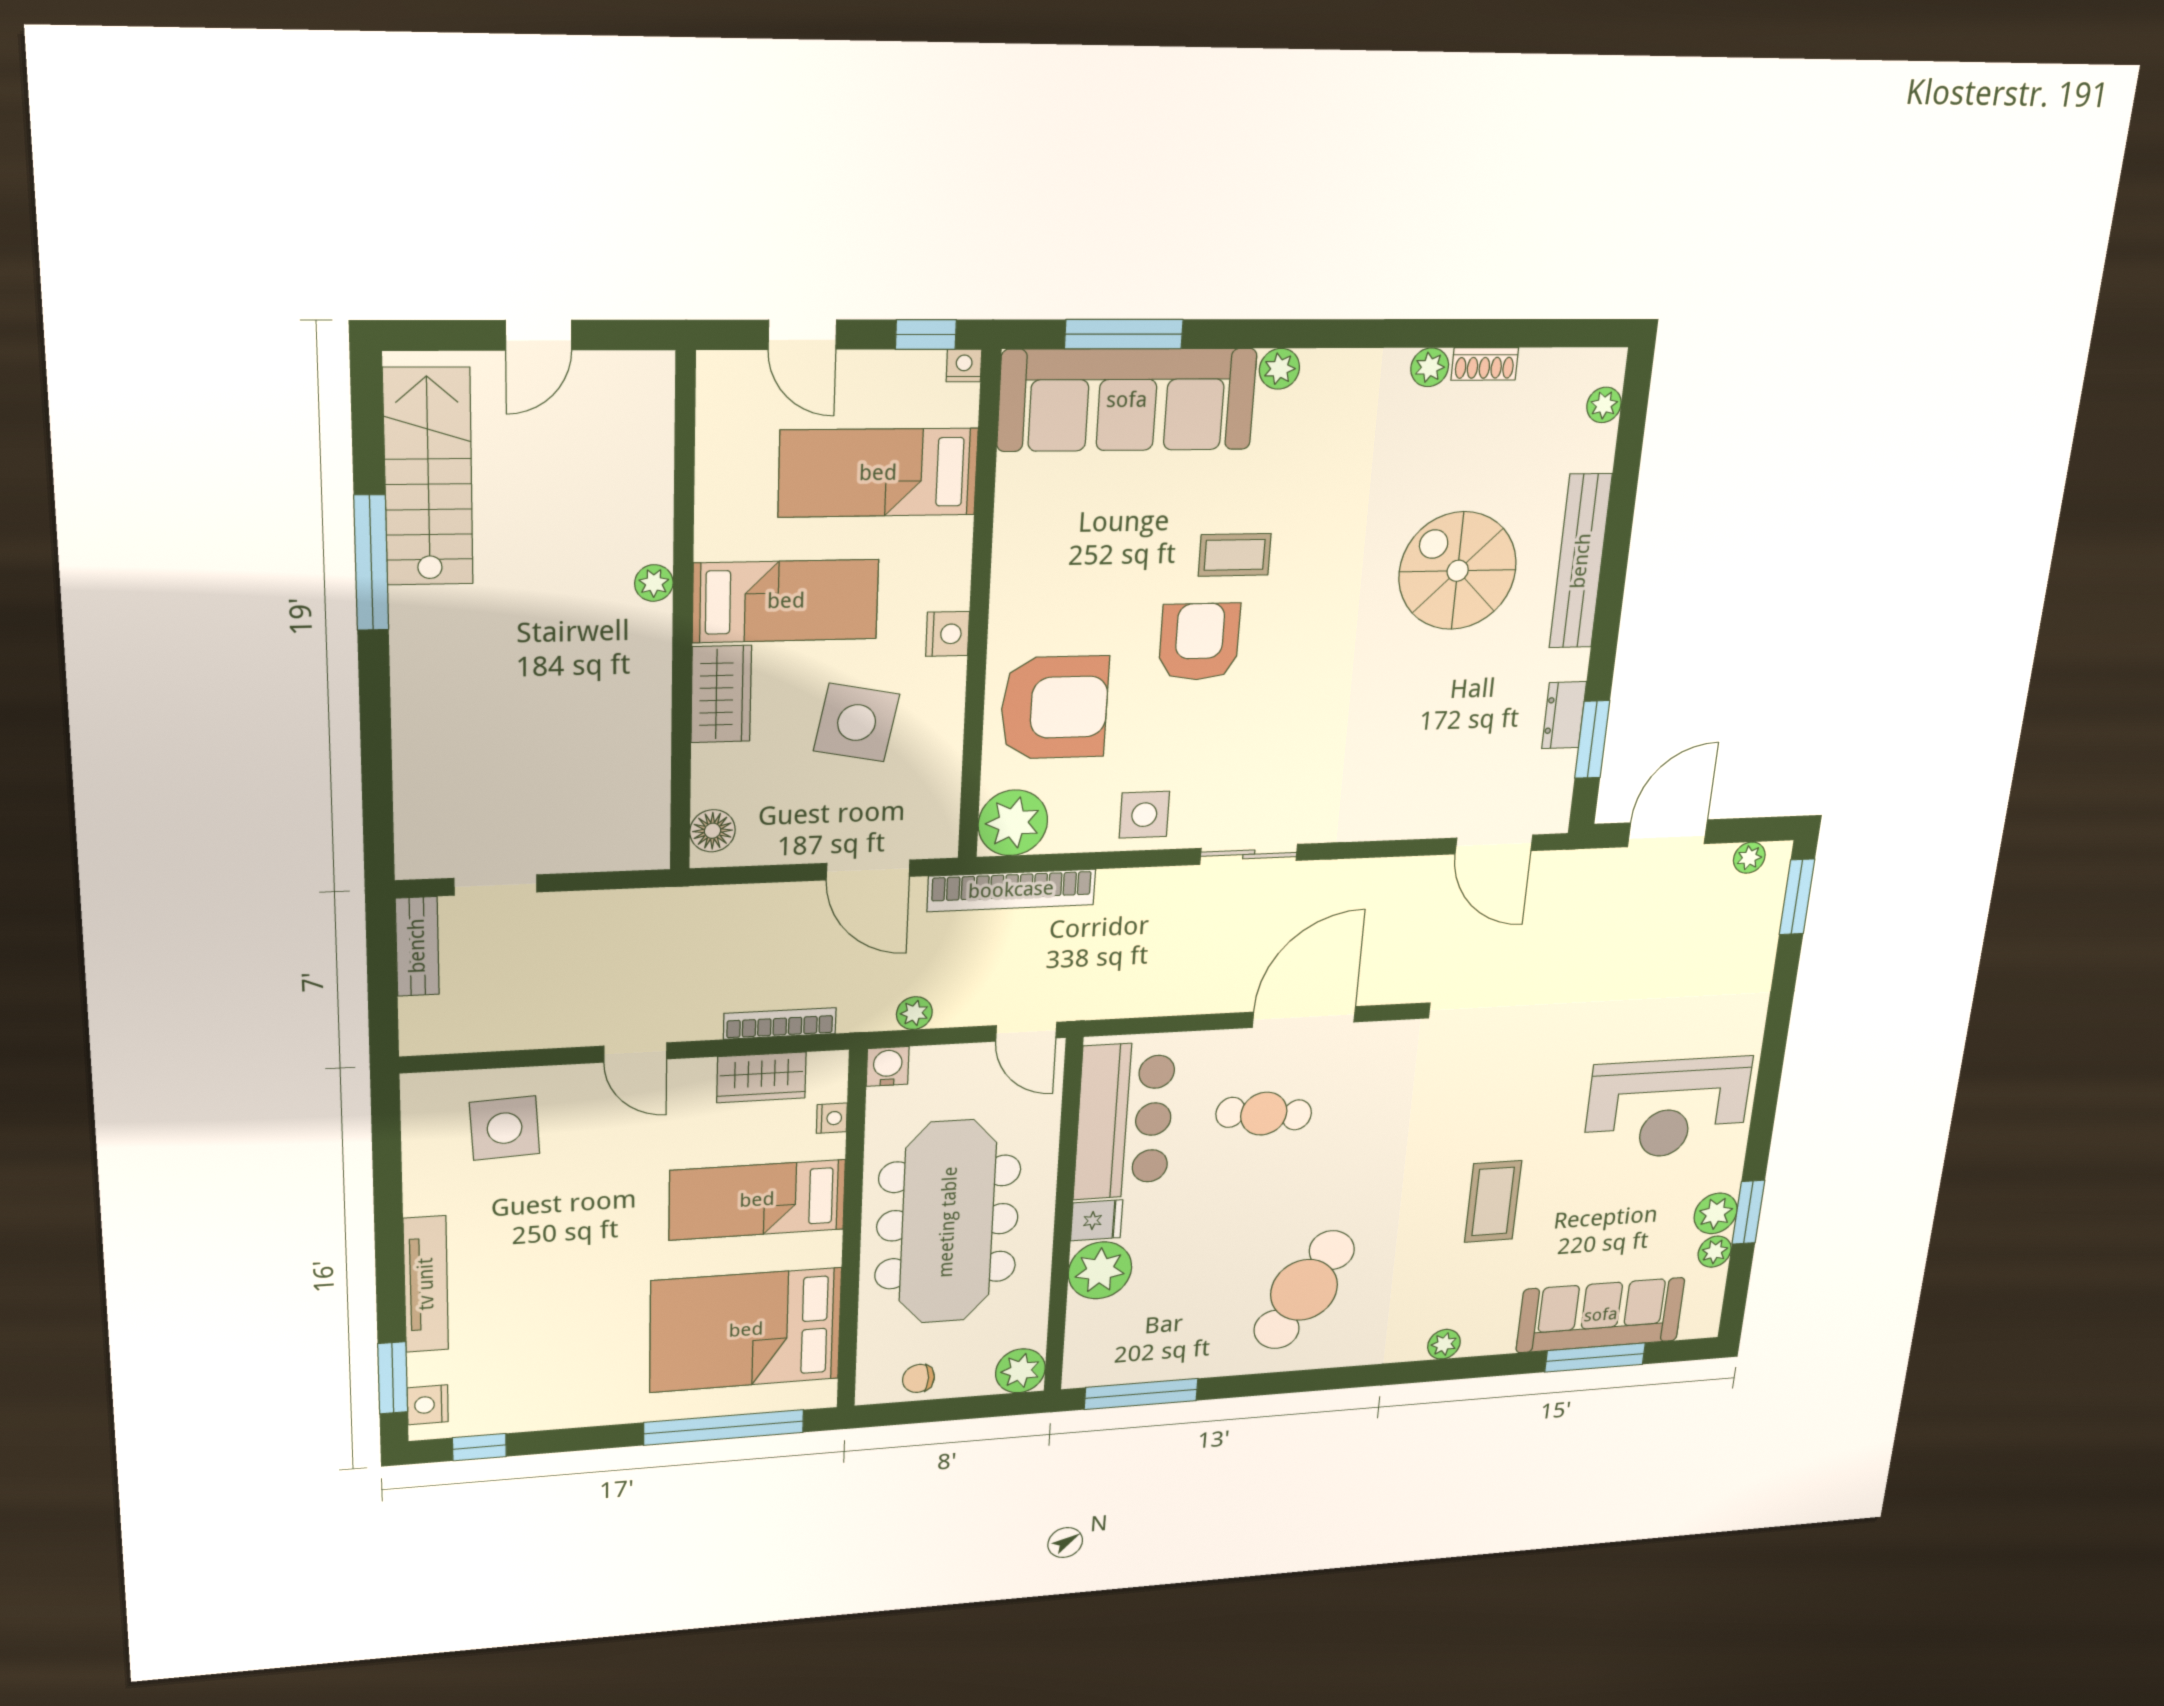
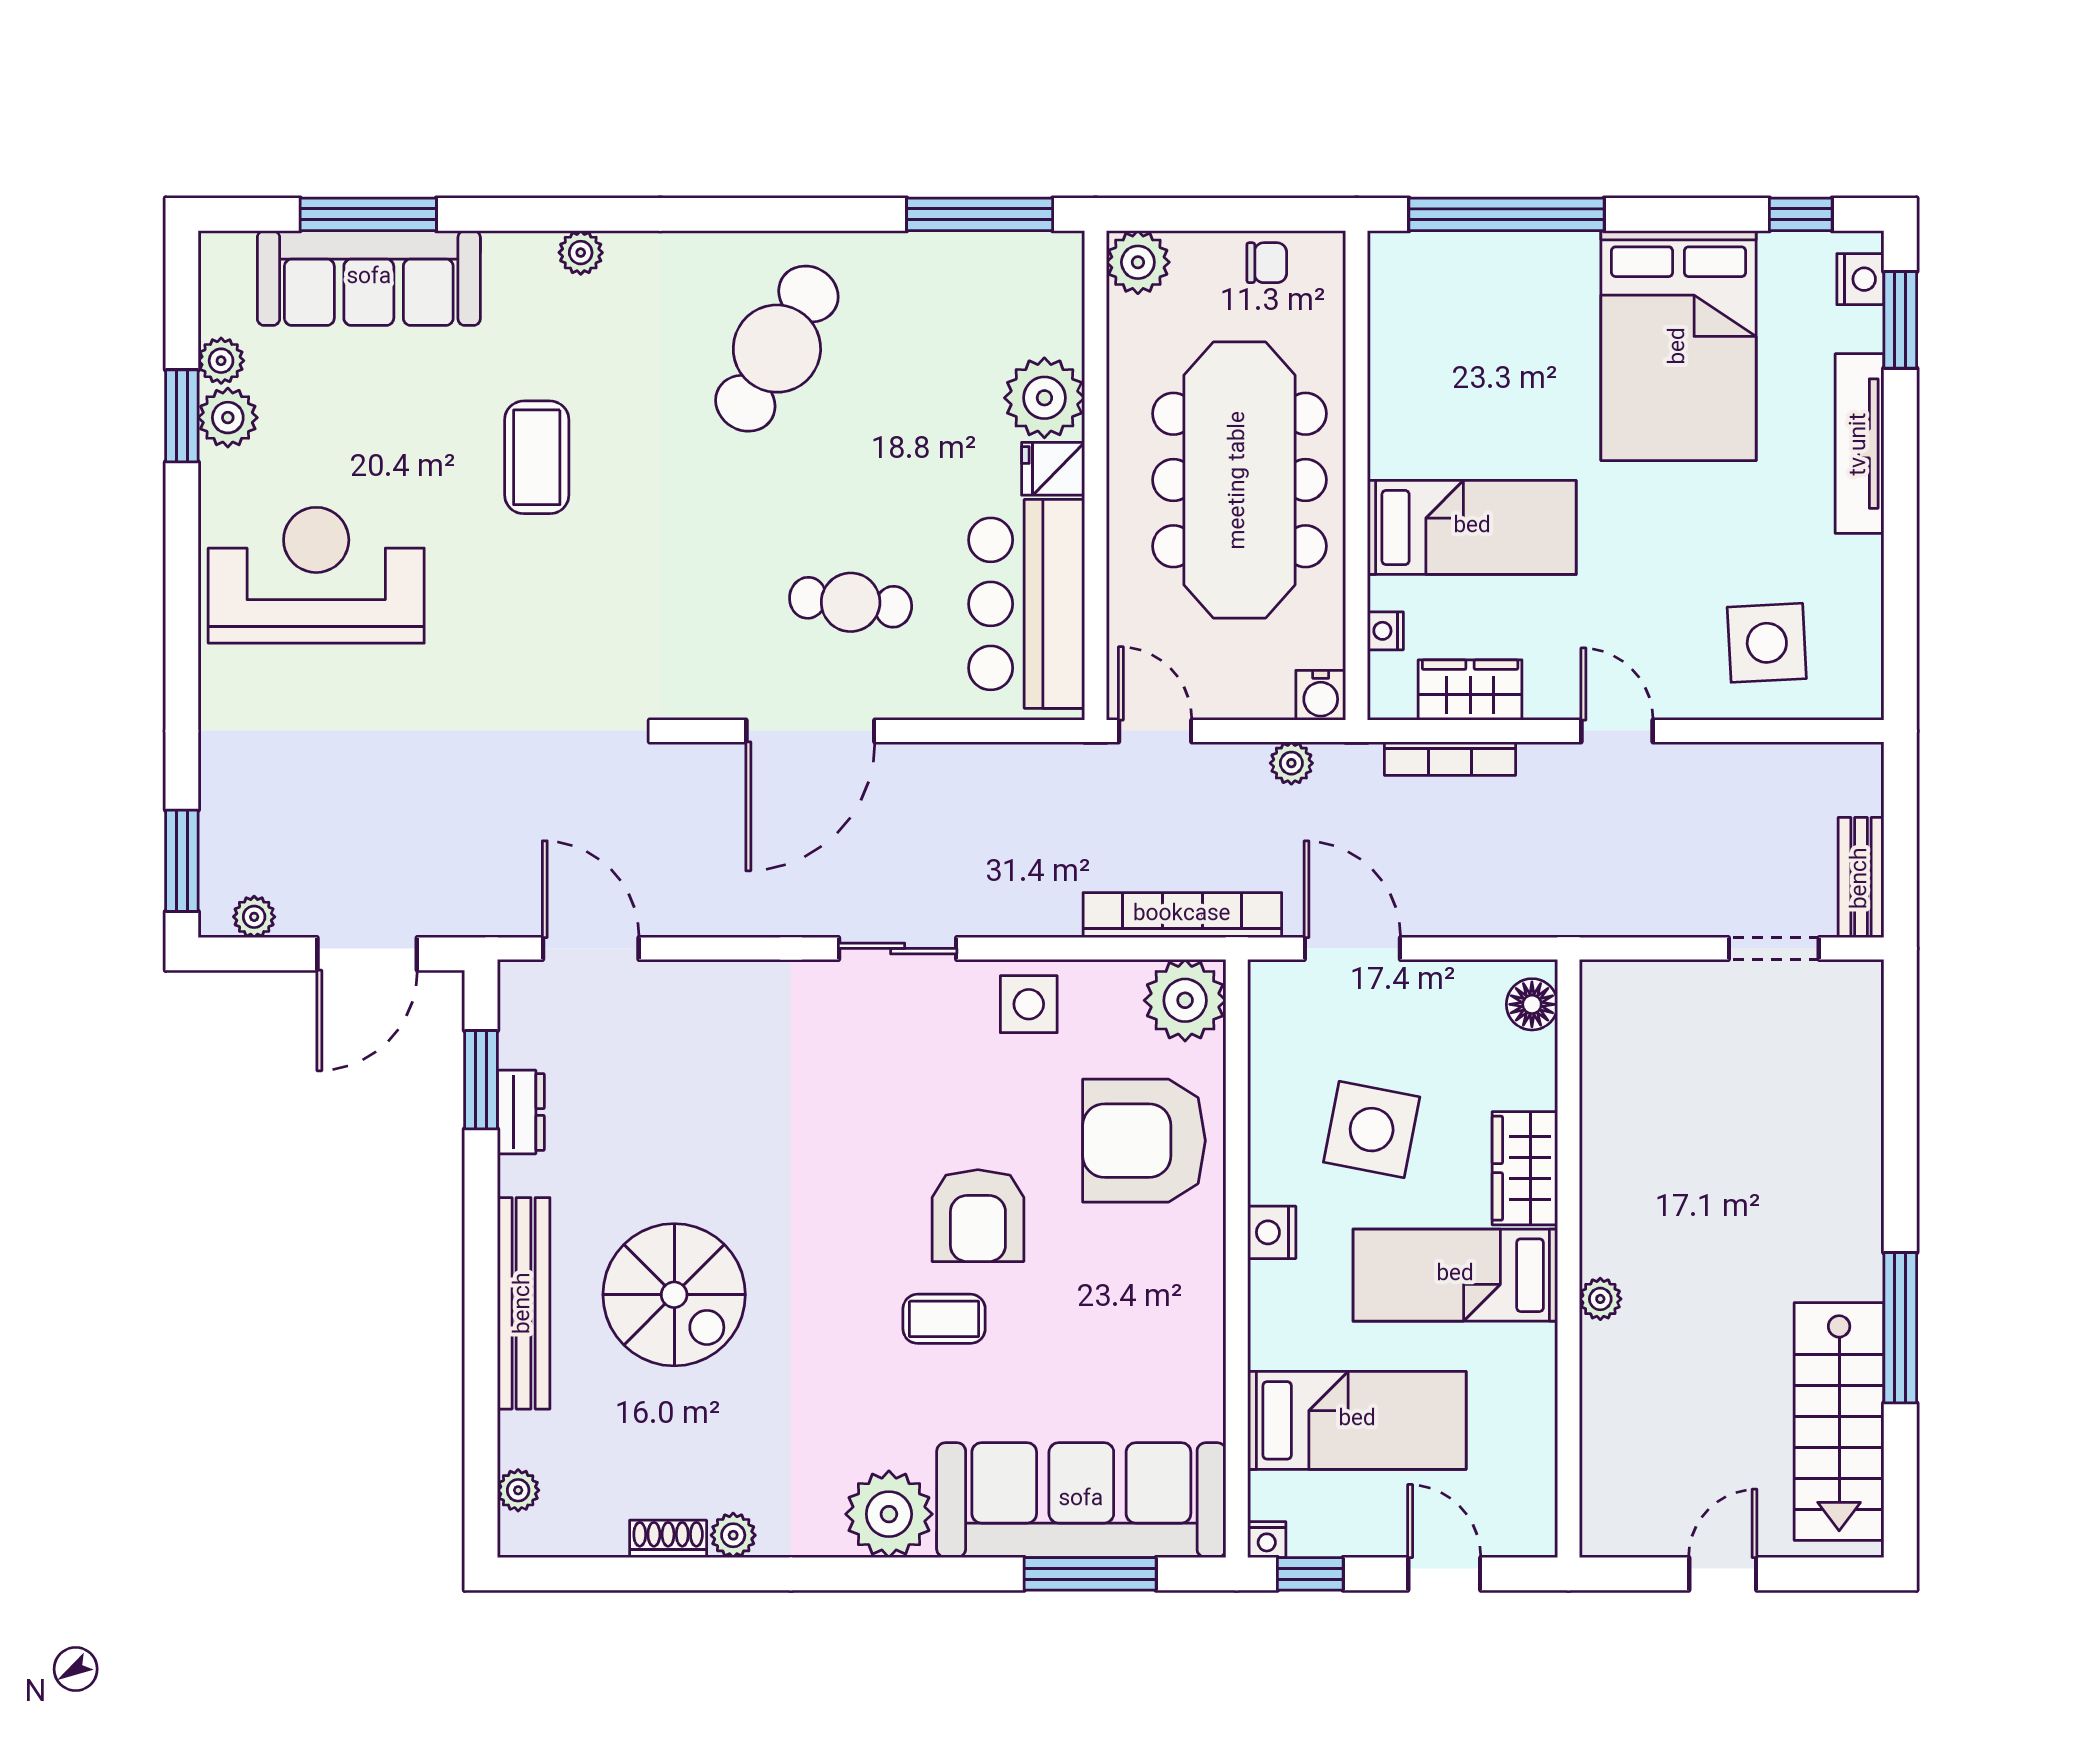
plant: (1279, 369) -> (889, 1514), width x1.88, depth x1.88
bed: (746, 1330) -> (1679, 346), moved, turned 90

